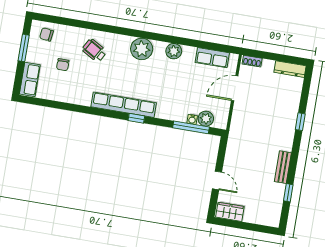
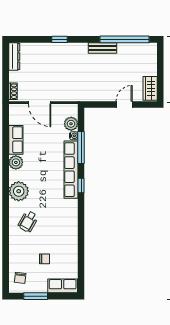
wheelchair: (94, 50) -> (28, 221), moved
row of seats: (212, 58) -> (16, 140), moved
row of seats: (124, 105) -> (71, 170), moved
window: (191, 127) -> (81, 147), moved
window: (288, 193) -> (124, 39), width x3.17

